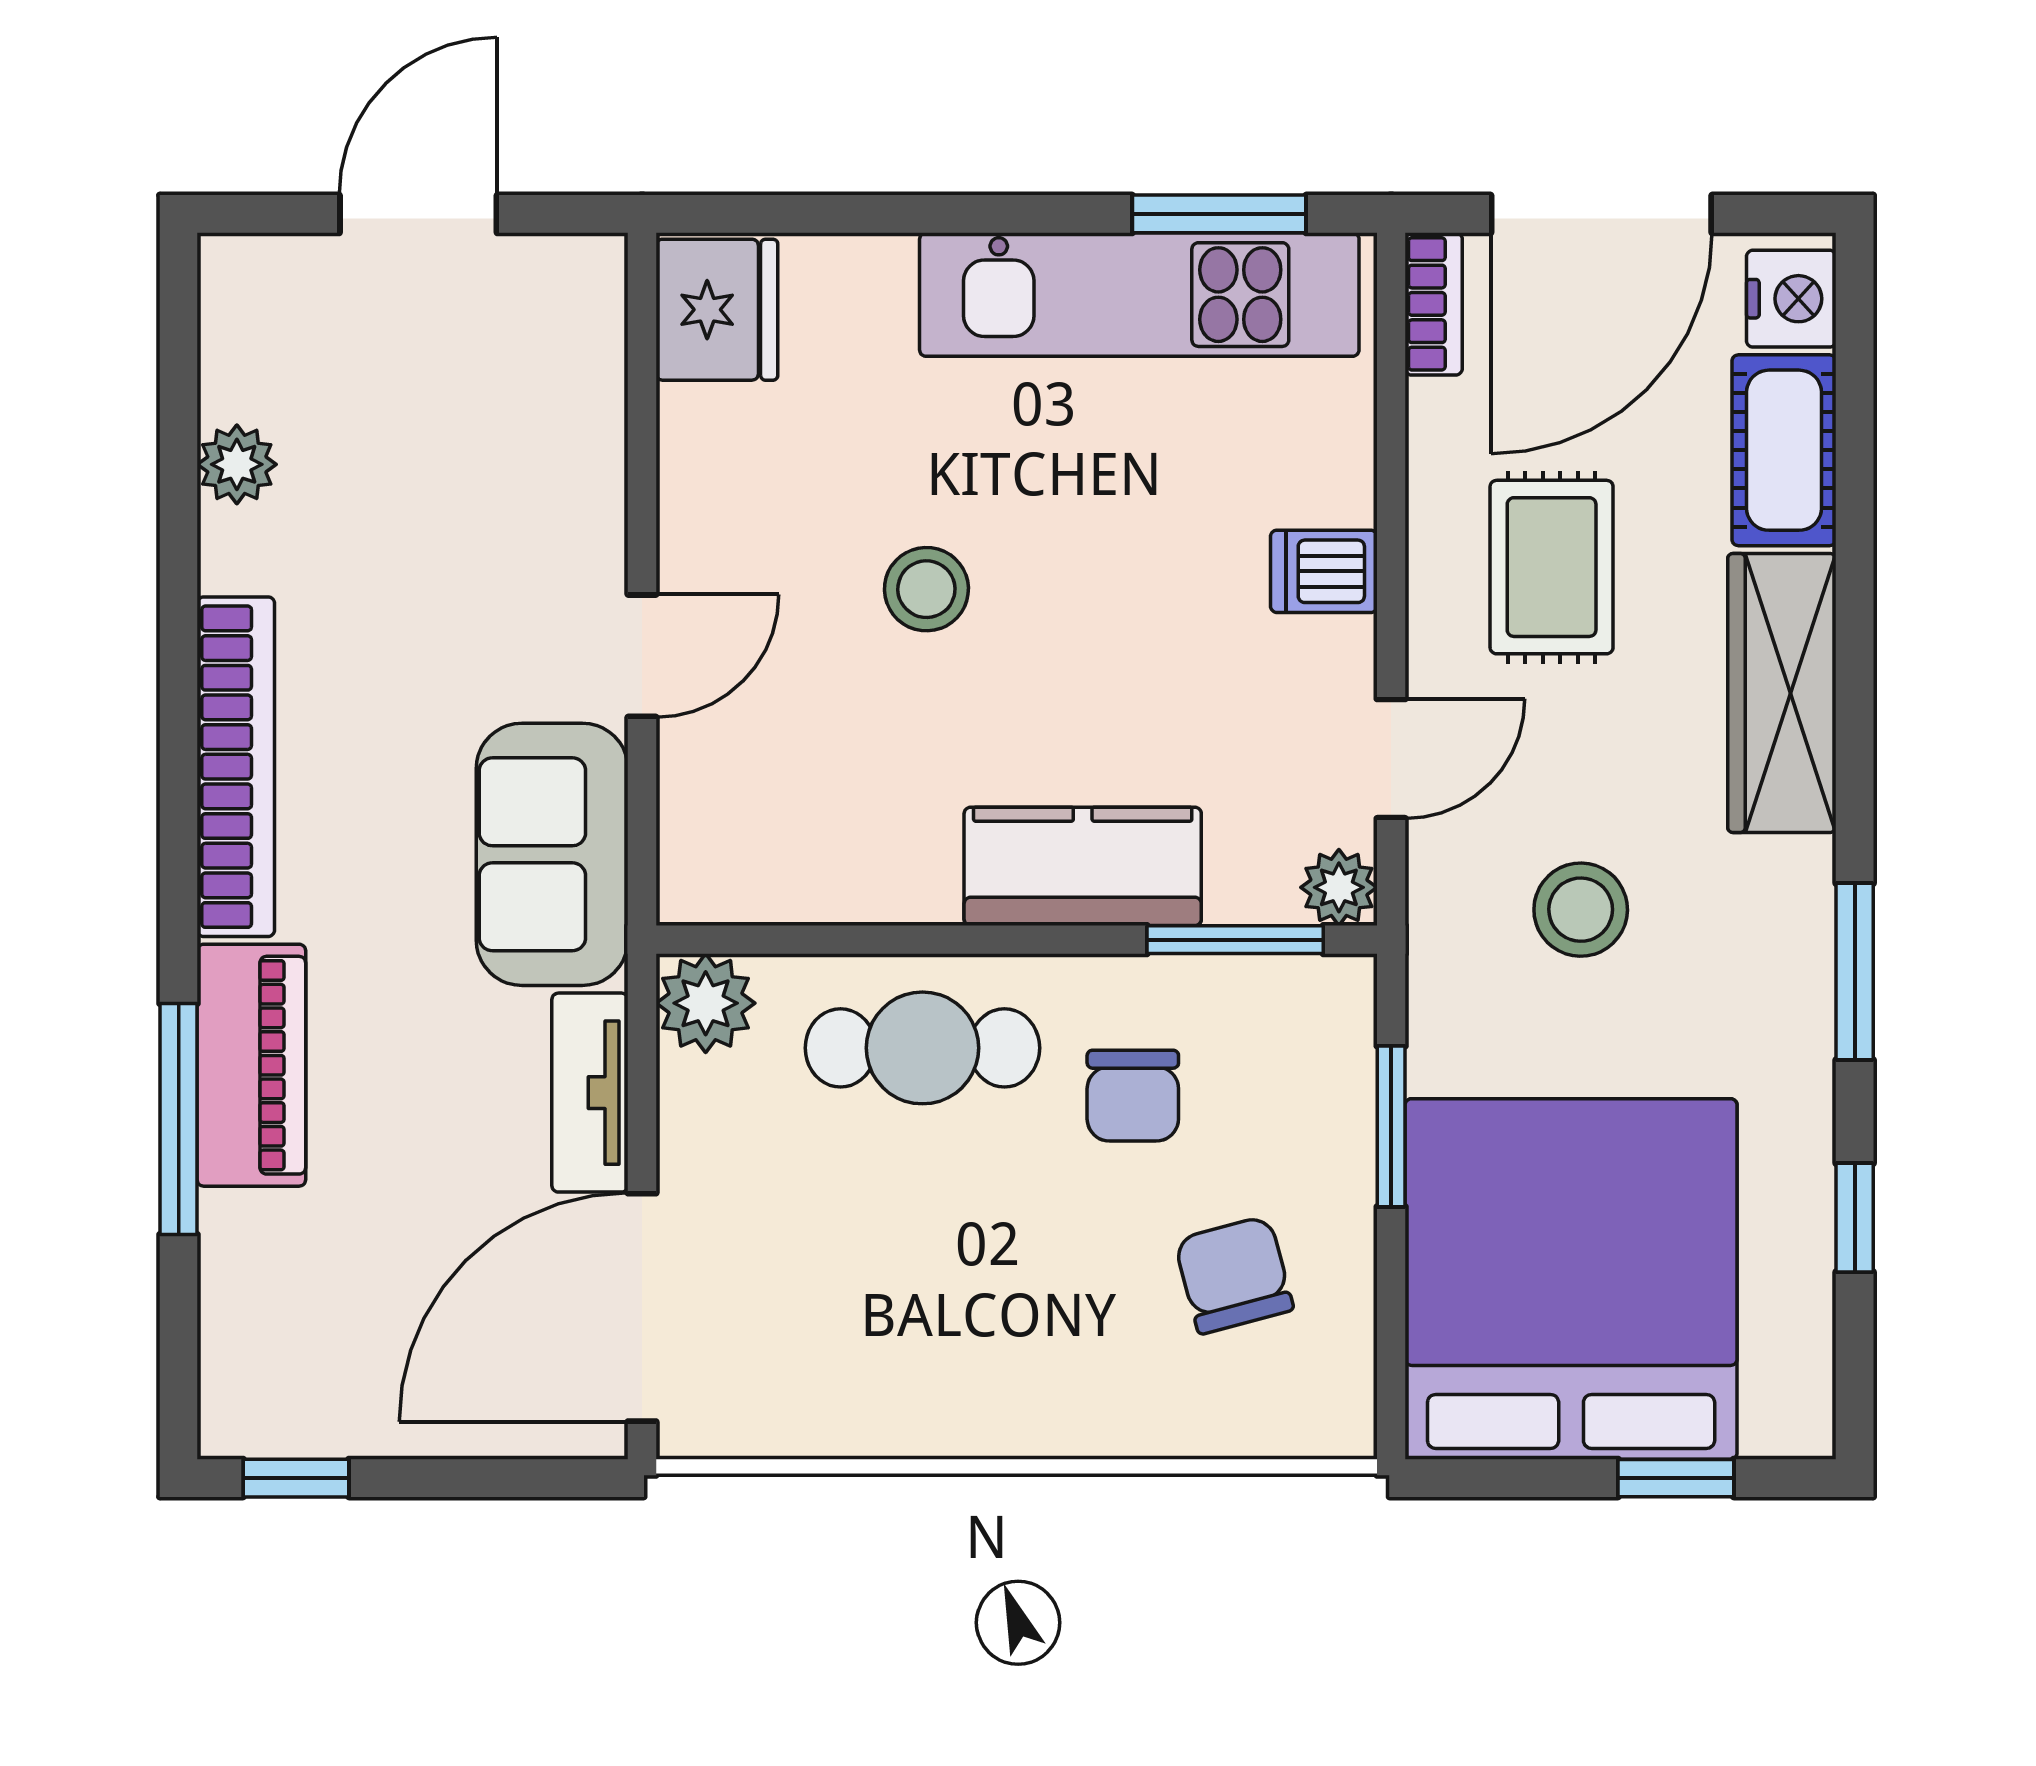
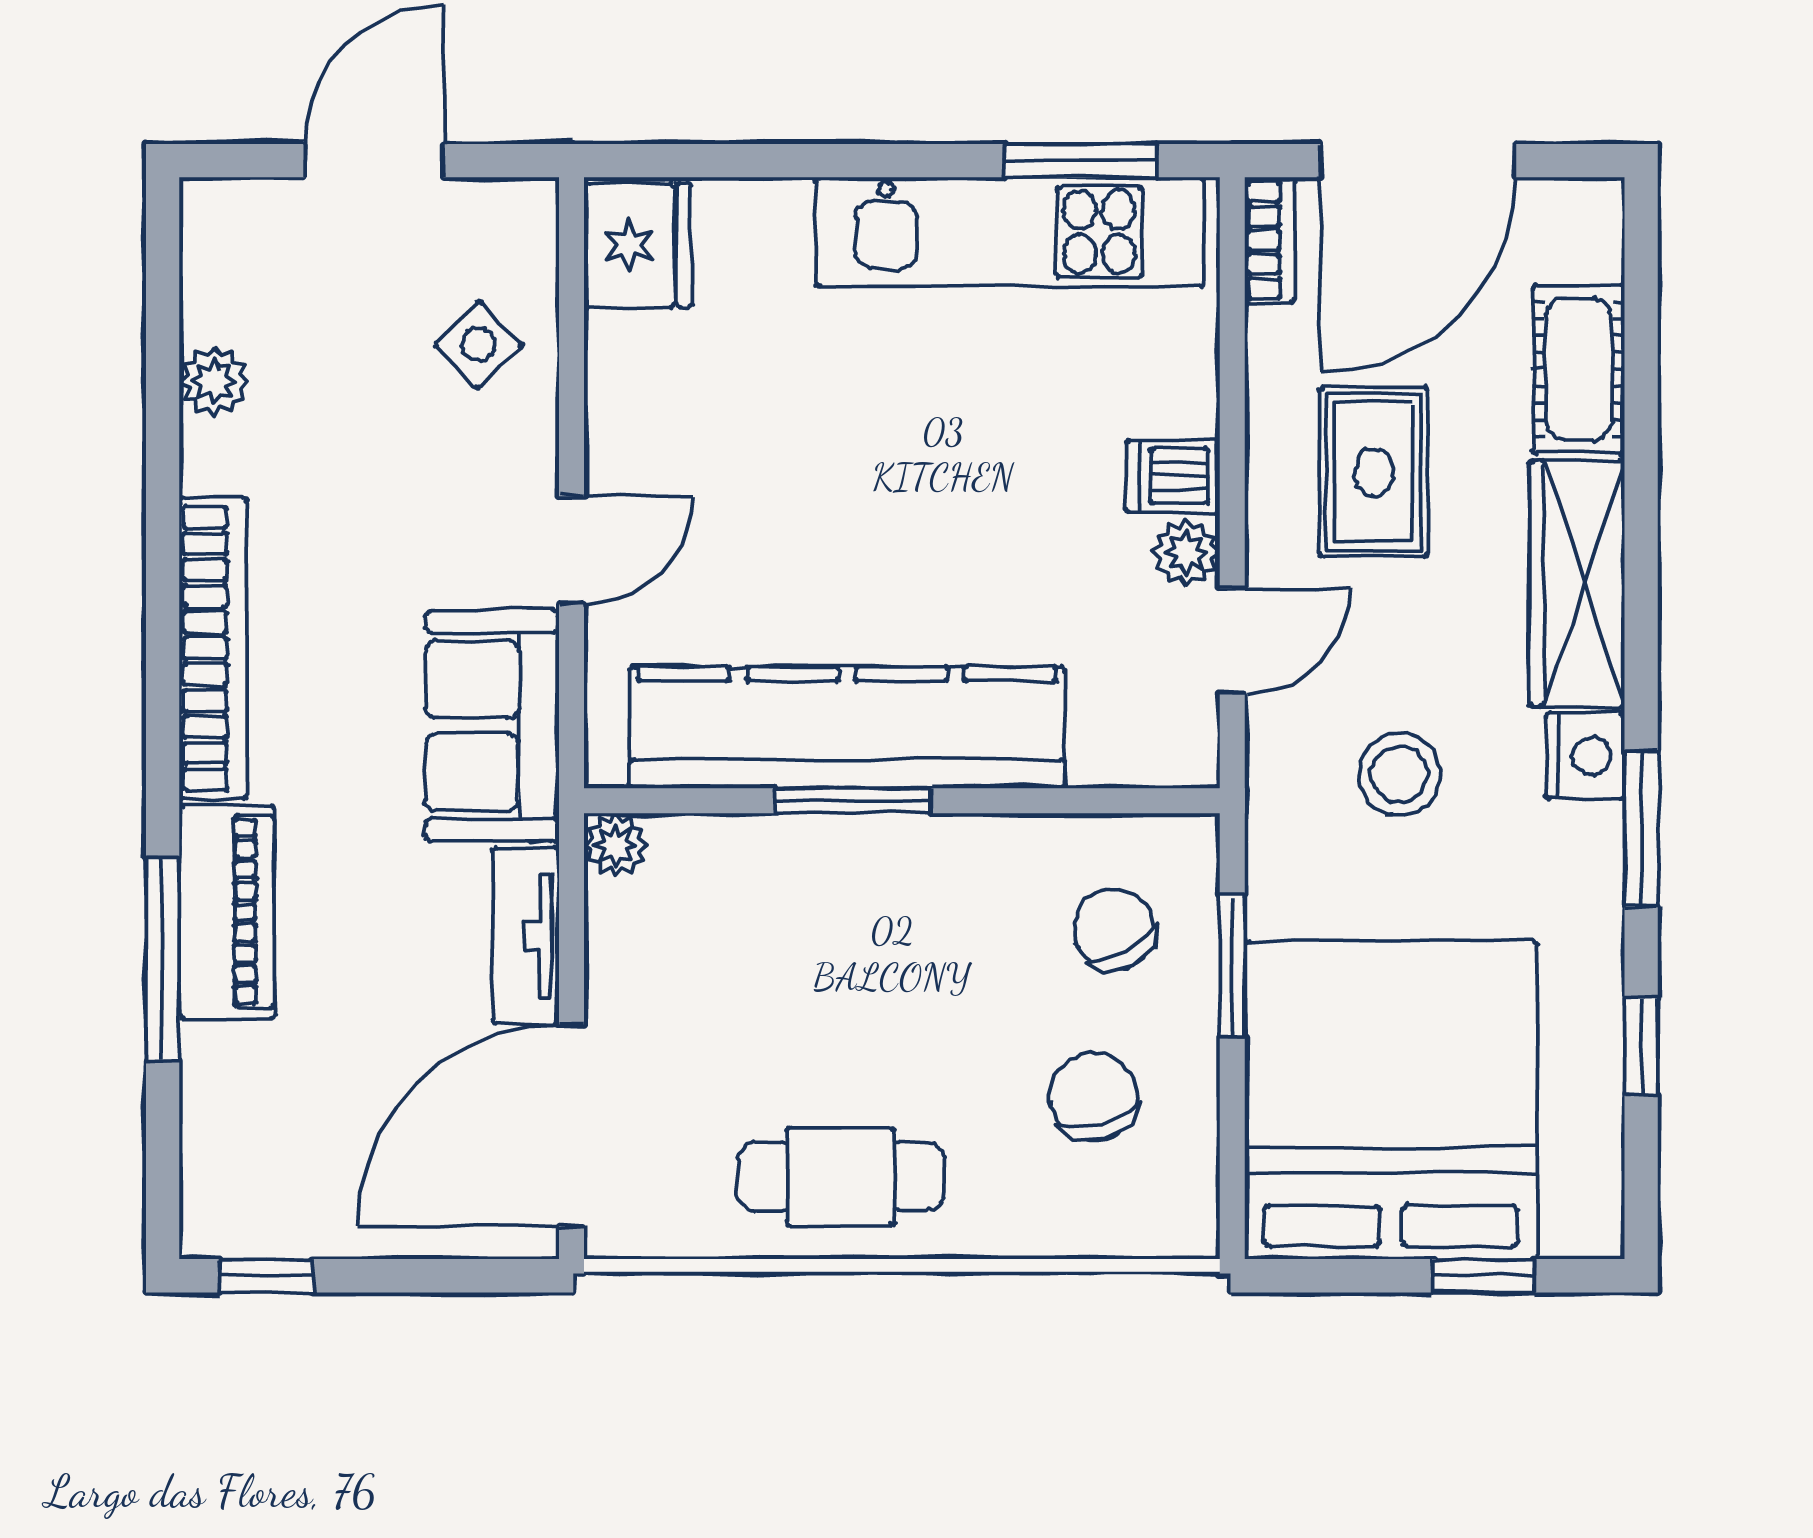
nightstand: (1791, 299) -> (1585, 756), moved
side table: (537, 422) -> (479, 344), added
stool: (926, 589) -> (822, 492), removed
kitchen counter: (1083, 866) -> (847, 727), width x2.08, depth x1.17
plant: (1339, 887) -> (1186, 553), moved
window: (1235, 940) -> (853, 801), moved
plant: (706, 1003) -> (616, 845), width x0.73, depth x0.73
cafe table: (922, 1048) -> (841, 1177), moved
chair: (1133, 1096) -> (1114, 929), moved, turned 153

